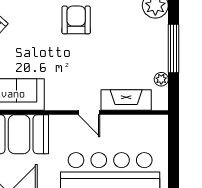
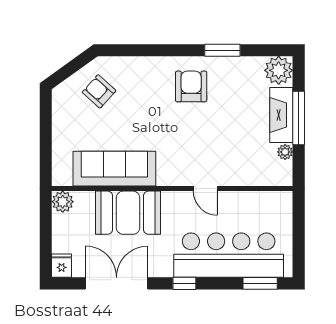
fireplace: (126, 100) -> (281, 115), moved, turned -90

